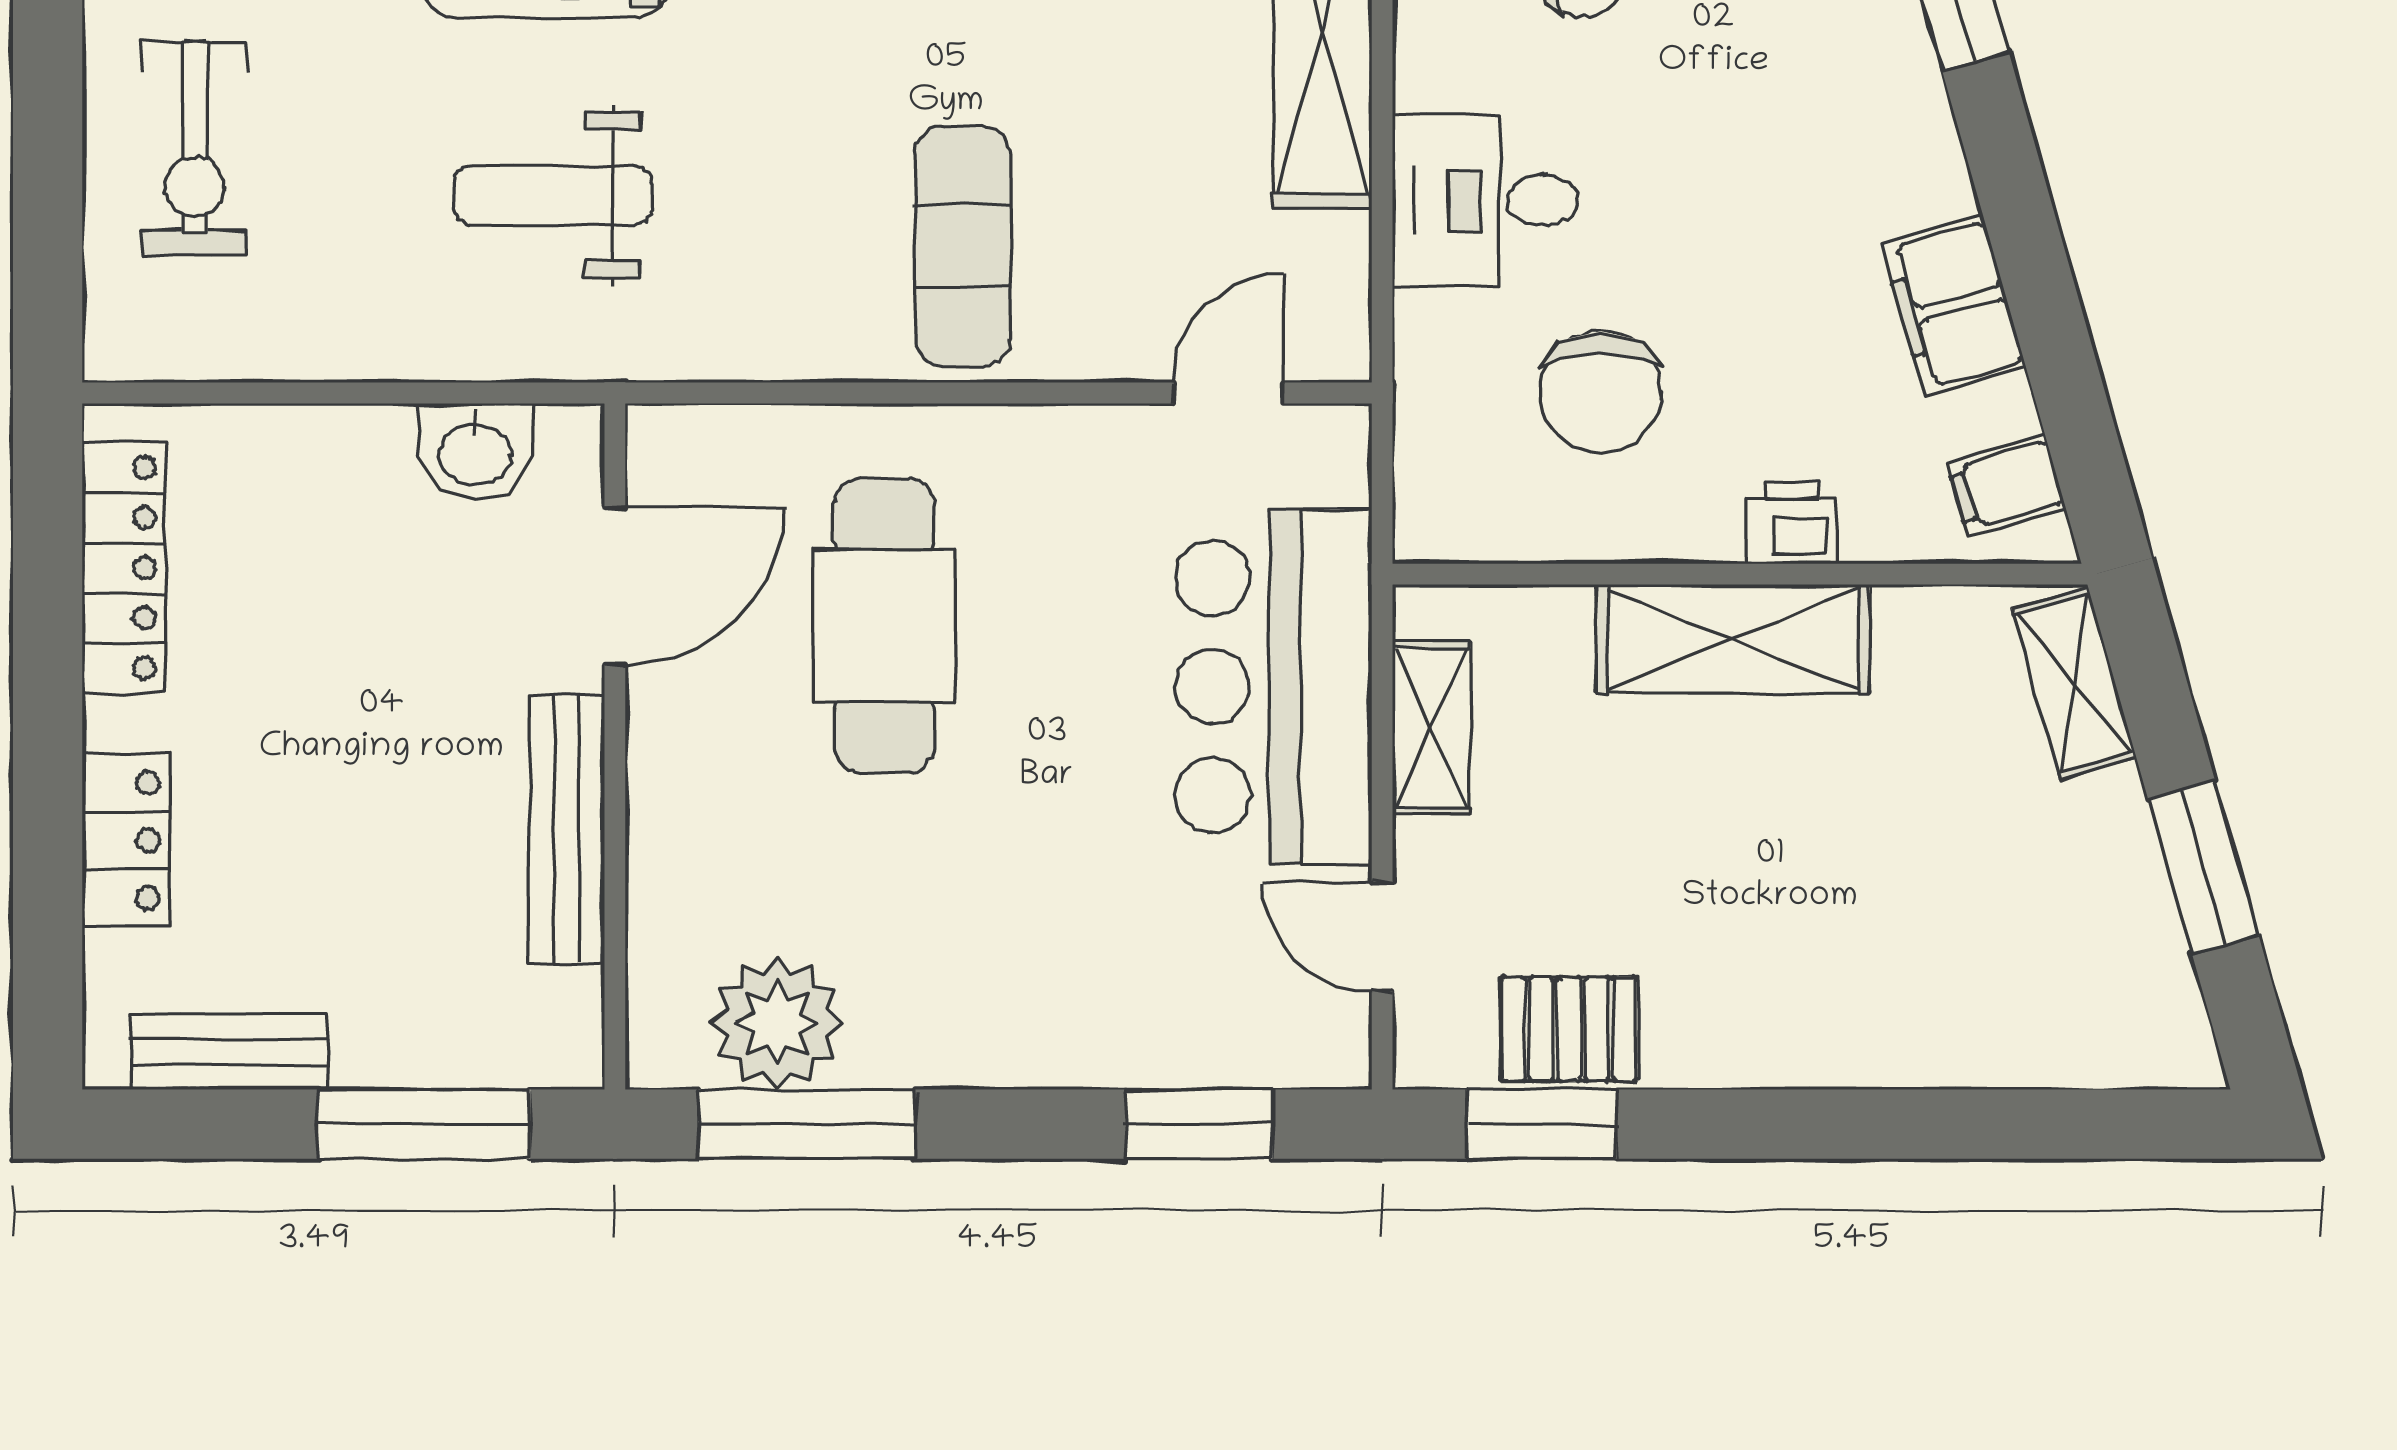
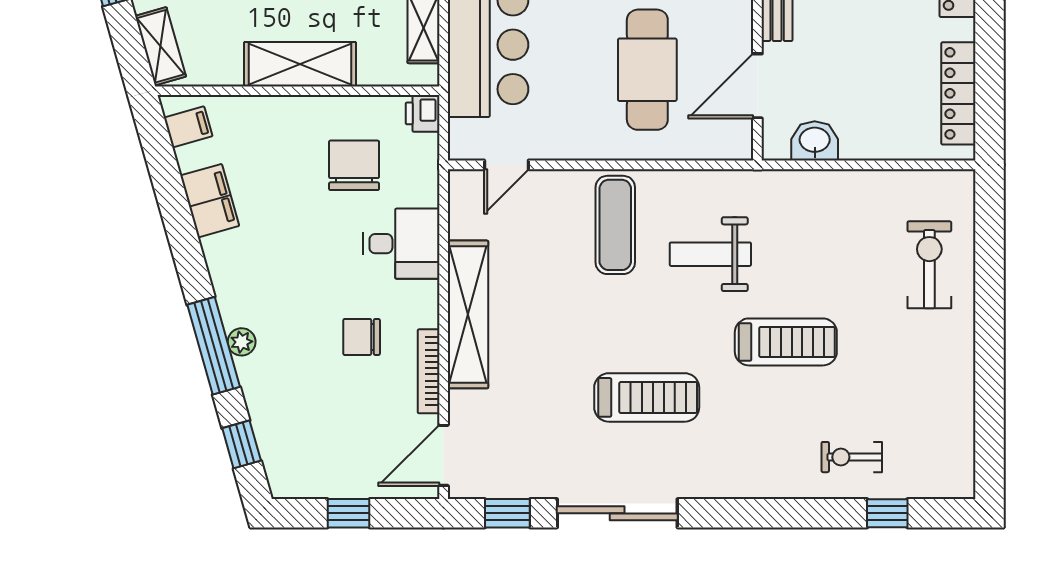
weight bench: (553, 195) -> (710, 254), moved, turned 180
printer: (1792, 523) -> (423, 113), moved, turned 90

